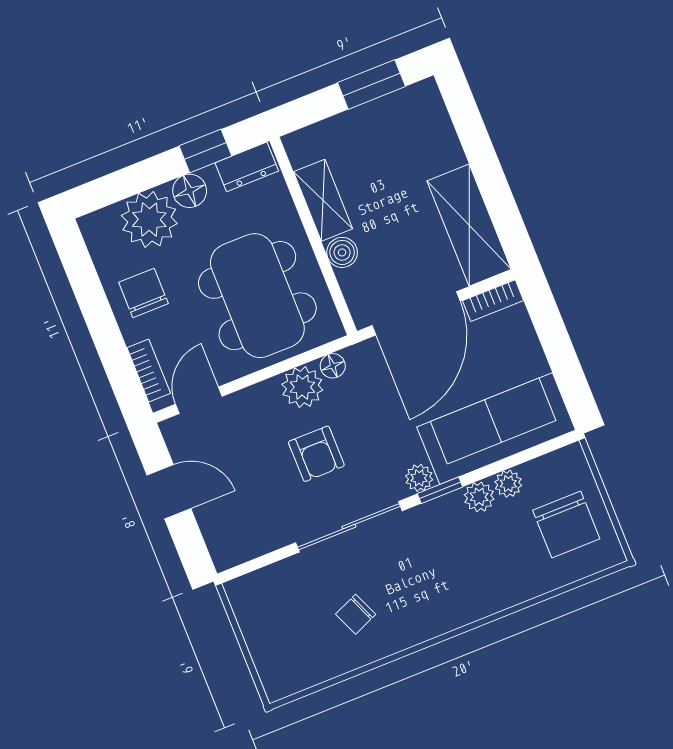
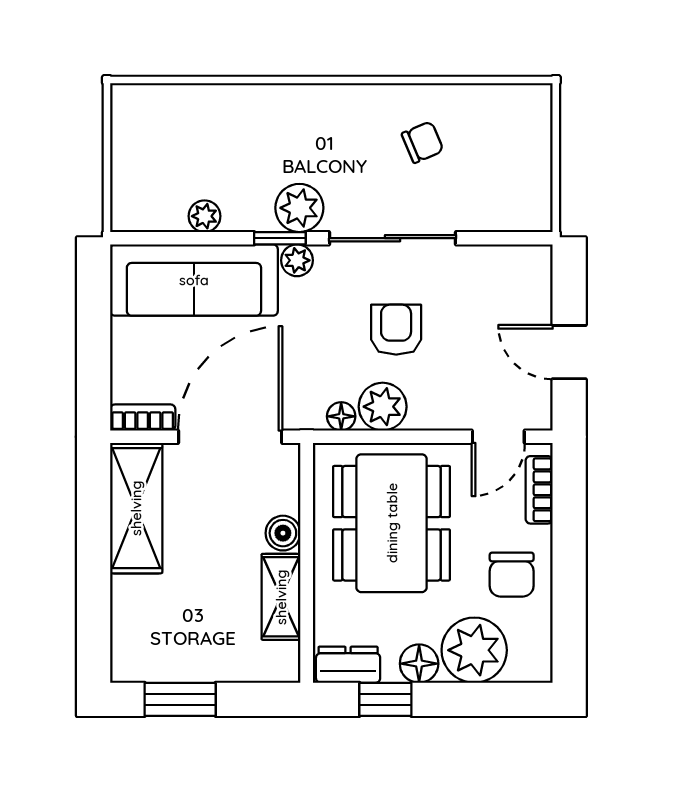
plant: (479, 497) -> (299, 208), moved, width x1.38, depth x1.38
chair: (566, 525) -> (160, 148), removed

